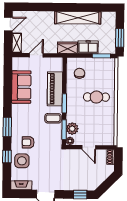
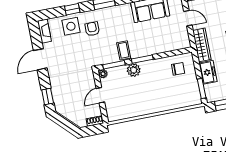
wardrobe: (67, 48) -> (202, 45), width x1.50
piano: (55, 89) -> (156, 46), removed
cafe table: (96, 97) -> (156, 92), removed
plant: (72, 129) -> (134, 70), moved

